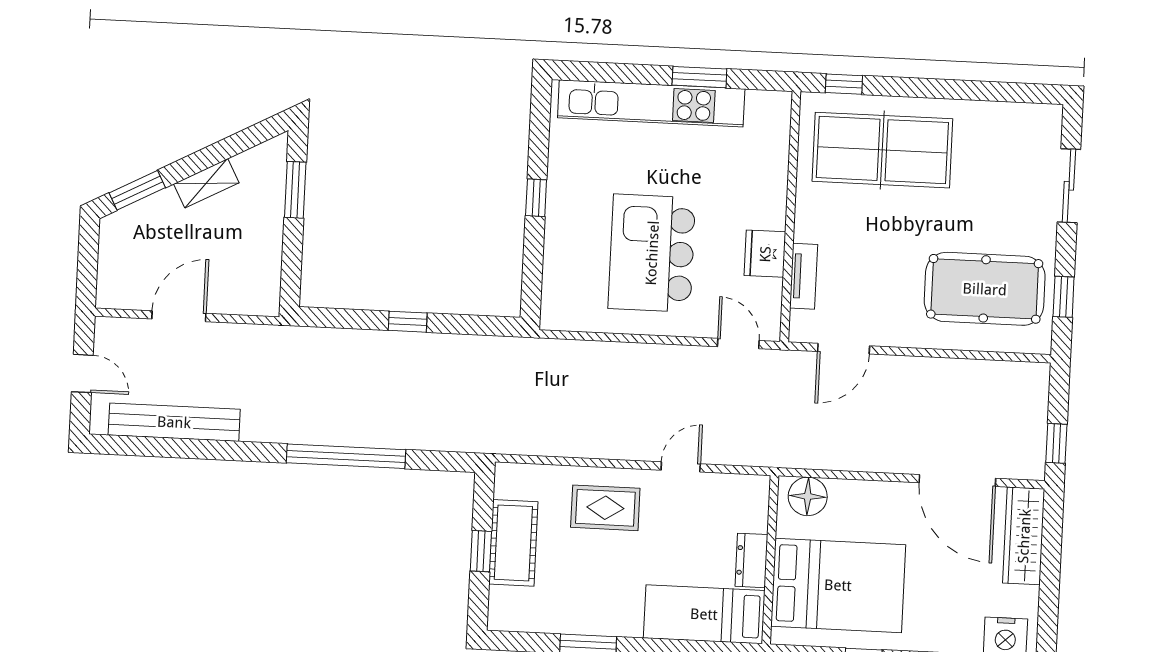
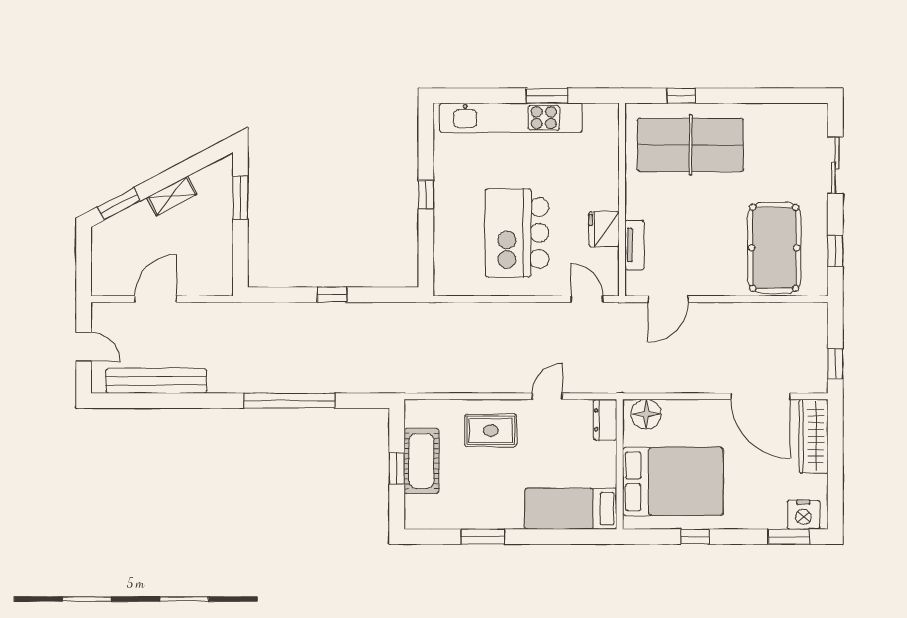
window: (844, 84) -> (681, 96), moved
pool table: (985, 289) -> (774, 248), turned 90
dresser: (751, 560) -> (605, 420), moved

